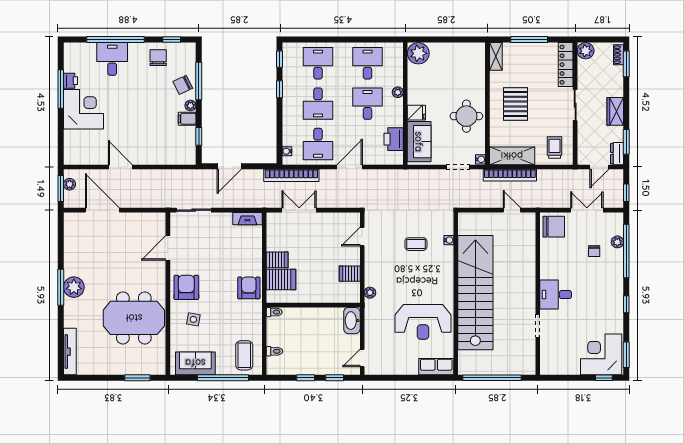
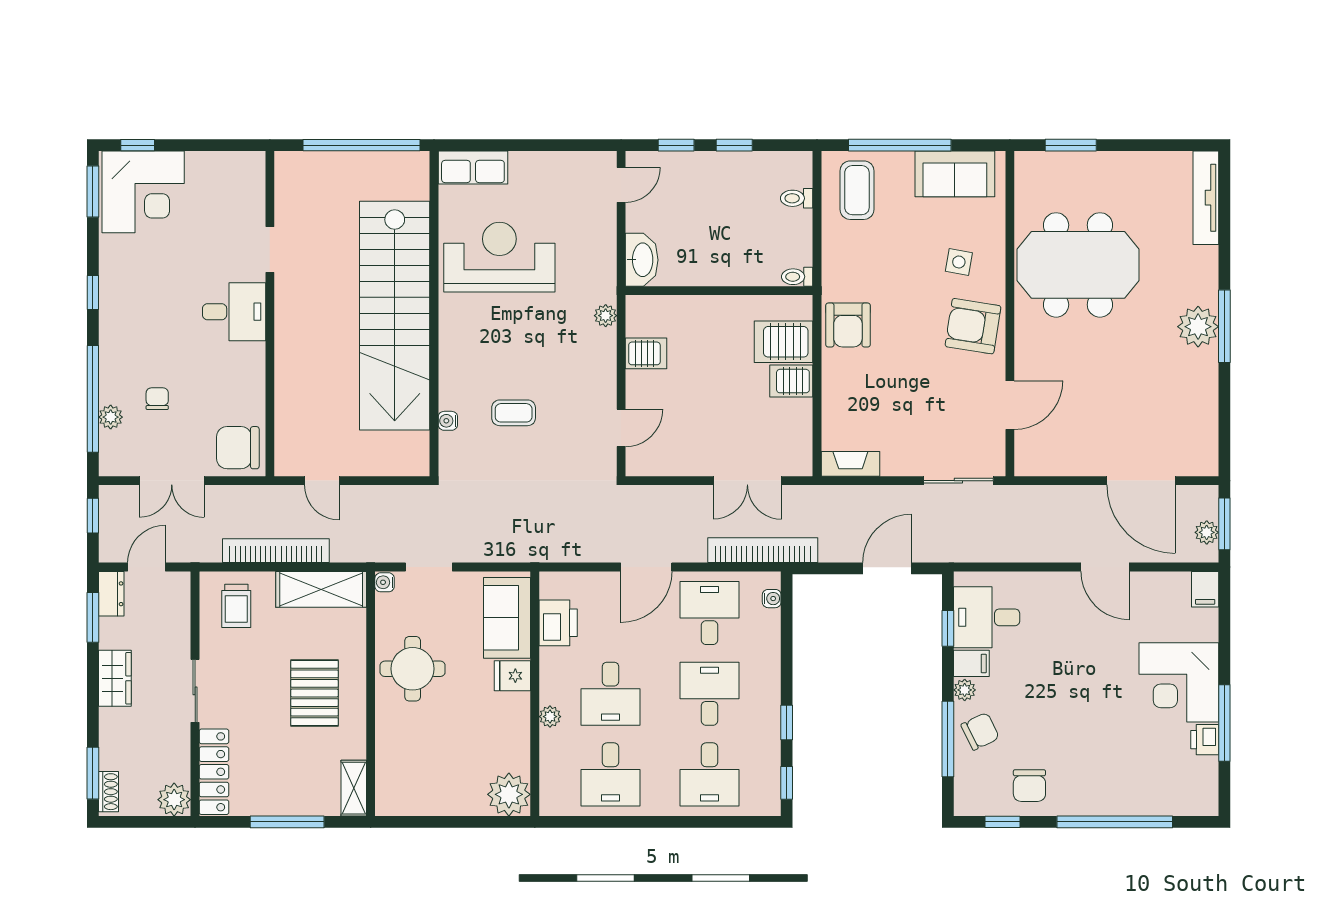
desk: (112, 59) -> (987, 617), moved, turned 90
filing cabinet: (70, 156) -> (1205, 589), added
bookcase: (510, 175) -> (276, 551), moved
armchair: (186, 287) -> (973, 326), turned 99

